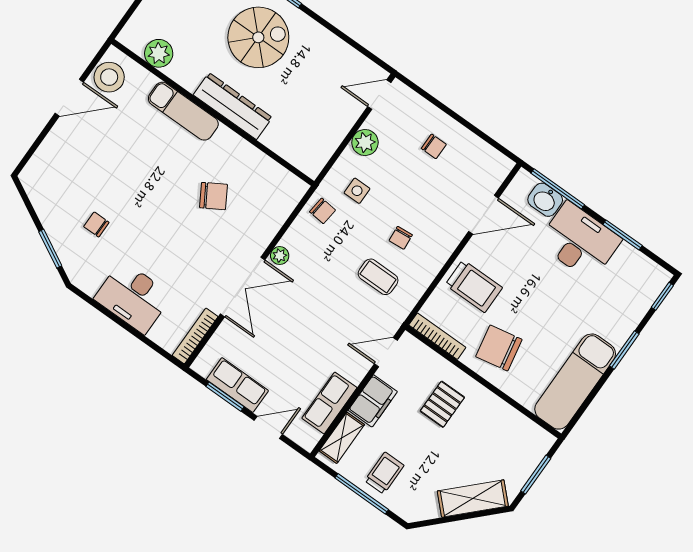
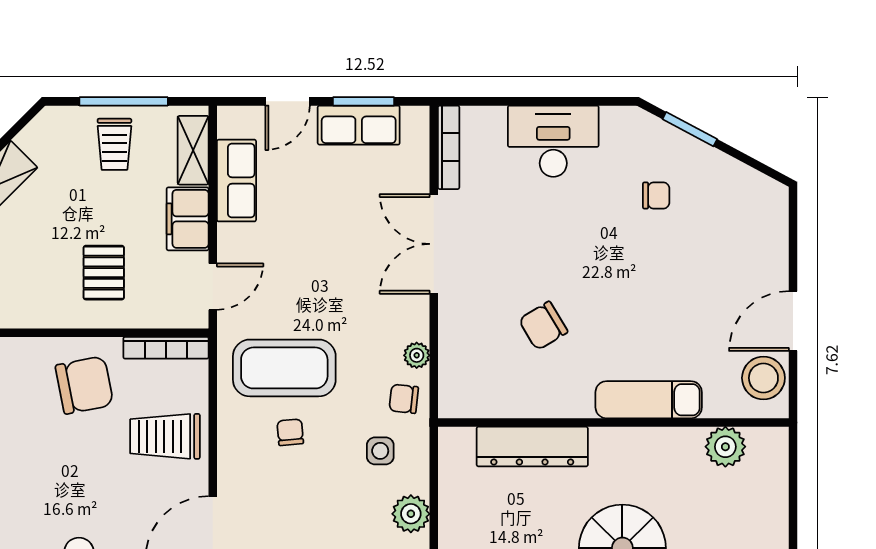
dresser: (233, 106) -> (532, 447), moved
plant: (280, 256) -> (417, 355), moved
coffee table: (378, 277) -> (284, 368), width x1.86, depth x1.72

